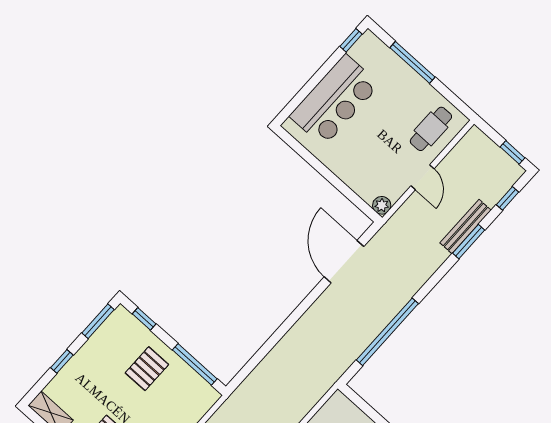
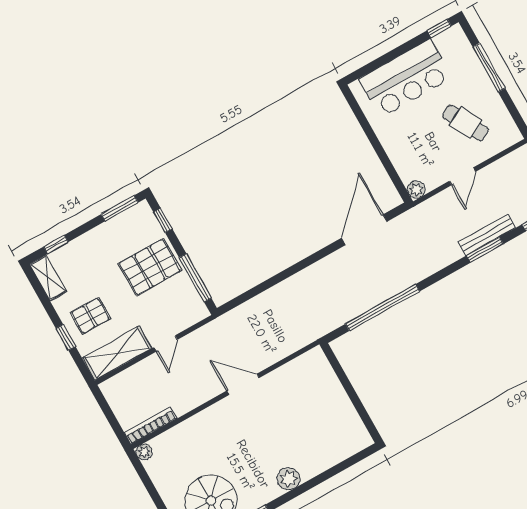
cafe table: (431, 129) -> (465, 123), moved, turned 62
window: (62, 361) -> (56, 244), moved
pallet: (147, 369) -> (150, 267), width x1.50, depth x1.42

